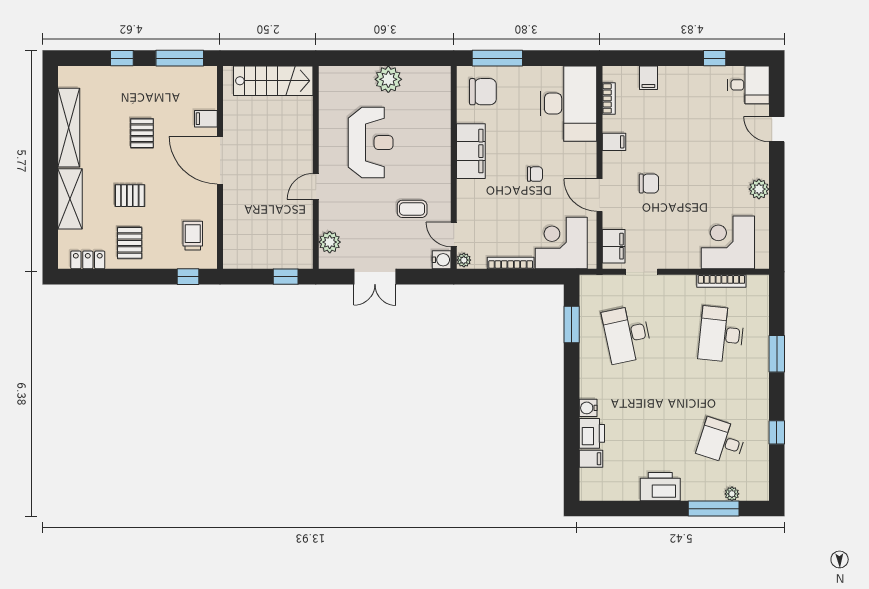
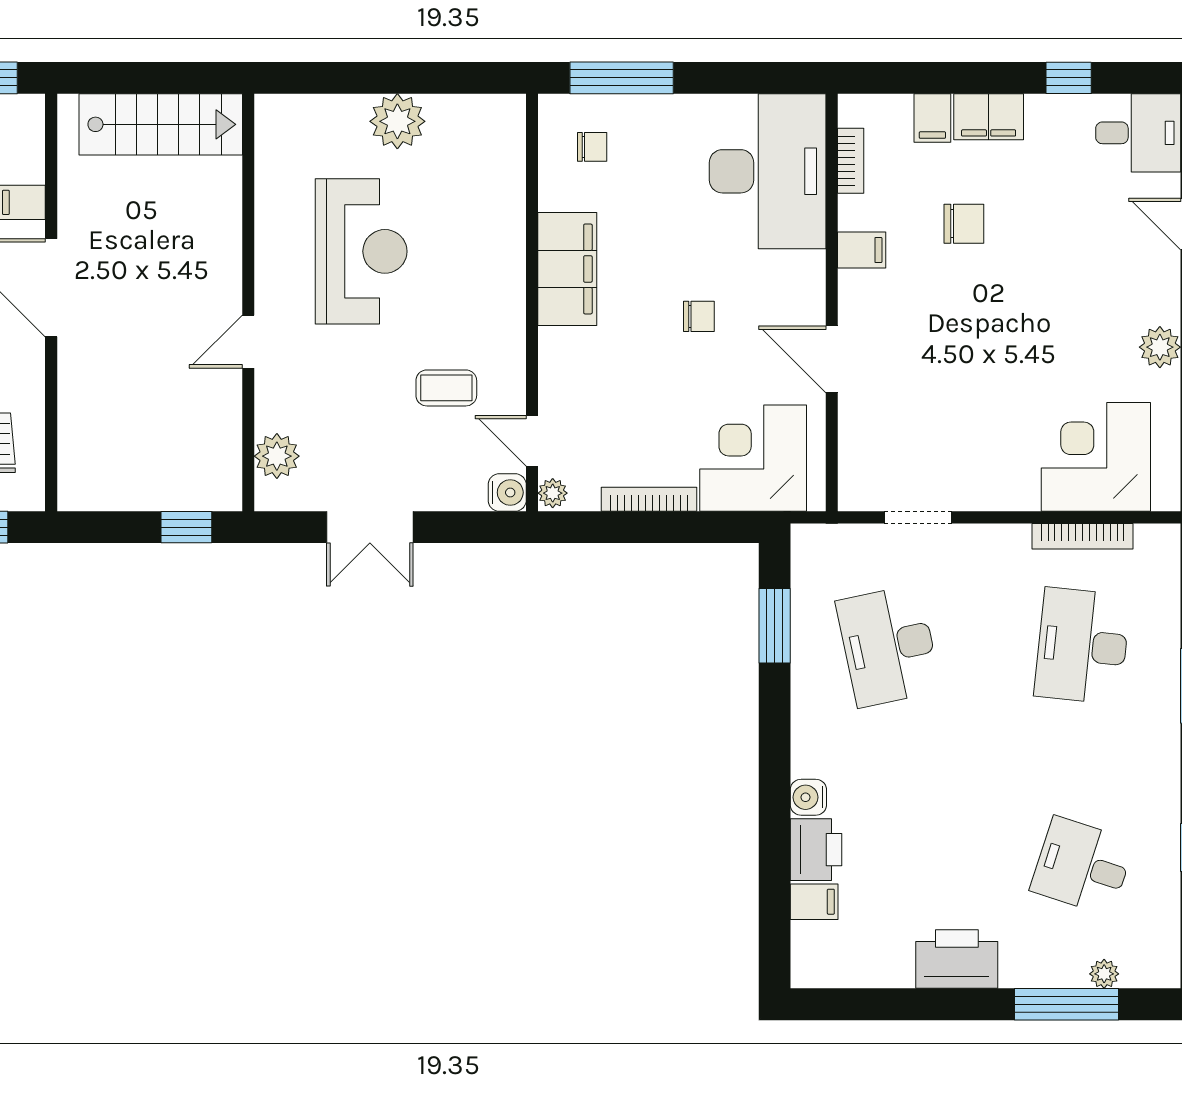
chair: (483, 92) -> (592, 147), width x0.54, depth x0.54
chair: (649, 183) -> (964, 224), moved
filing cabinet: (614, 246) -> (989, 117), moved, turned 90

